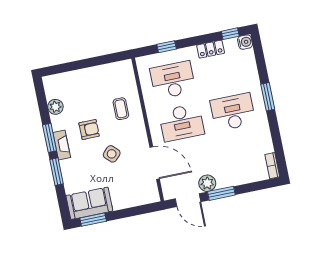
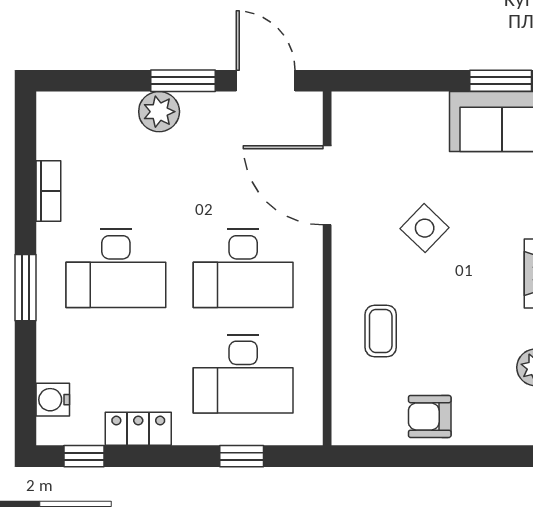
water cooler: (245, 42) -> (53, 400), moved
desk: (182, 123) -> (243, 268), turned 180
armchair: (89, 129) -> (430, 416), moved
bookcase: (272, 166) -> (48, 191), moved
plant: (207, 183) -> (159, 112), moved

